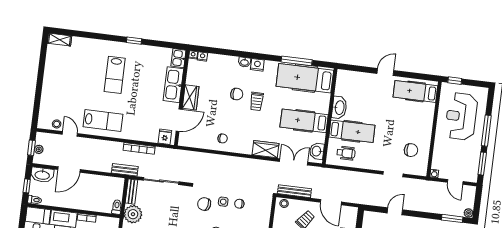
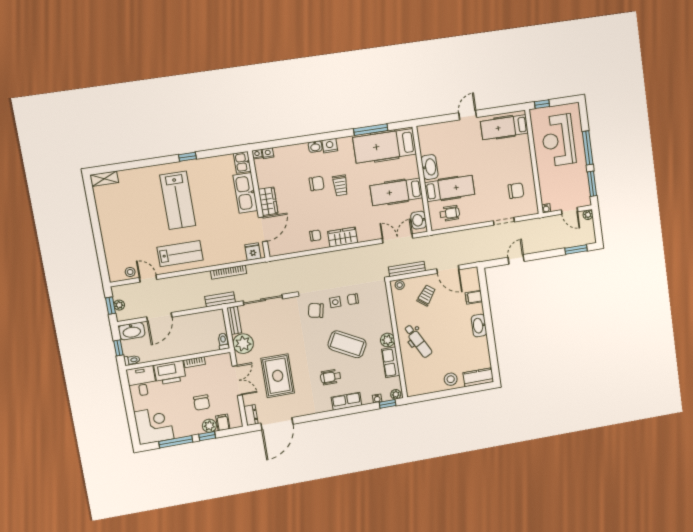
lab bench: (115, 75) -> (178, 200), width x1.36, depth x1.39
wardrobe: (265, 149) -> (343, 237), moved
plant: (468, 213) -> (588, 215), moved

